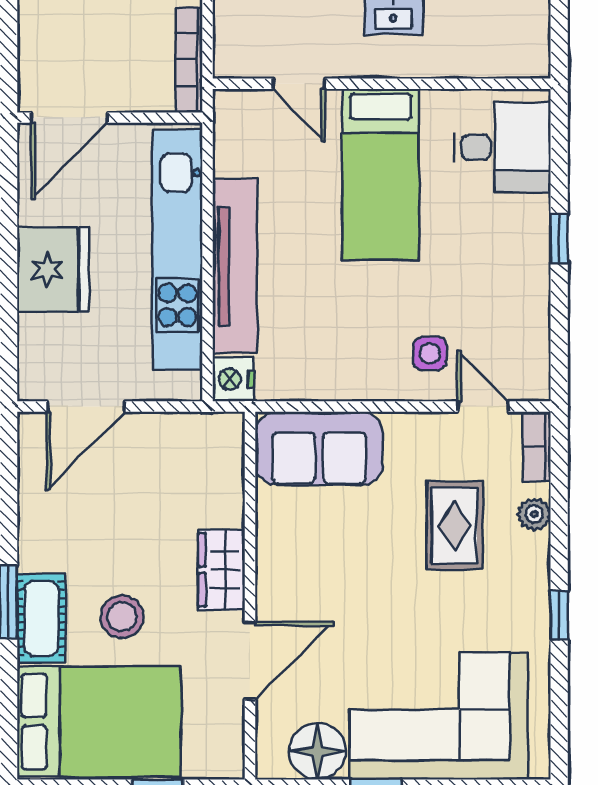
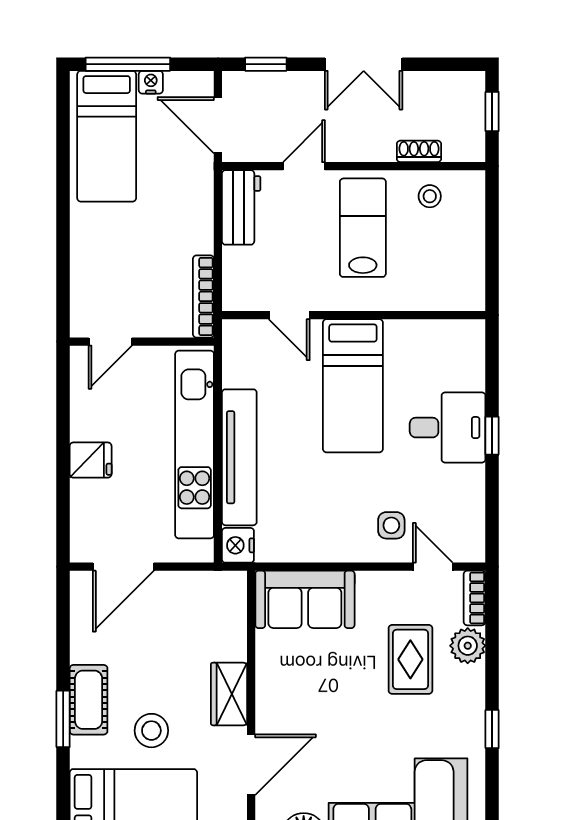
door: (69, 118) -> (110, 342), width x0.73
desk: (502, 147) -> (448, 428), moved
fridge: (53, 270) -> (91, 460), width x0.53, depth x0.75
plant: (534, 514) -> (468, 646), width x1.38, depth x1.38
cot: (41, 618) -> (89, 700), moved

